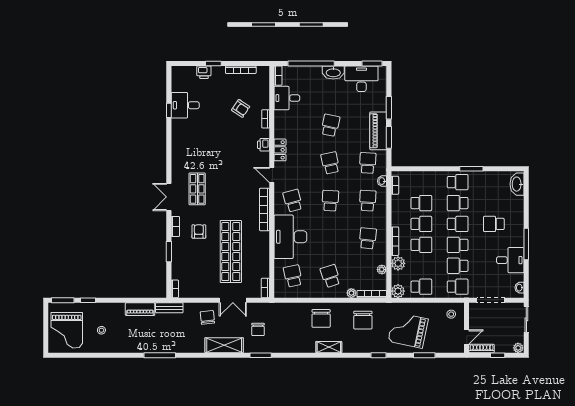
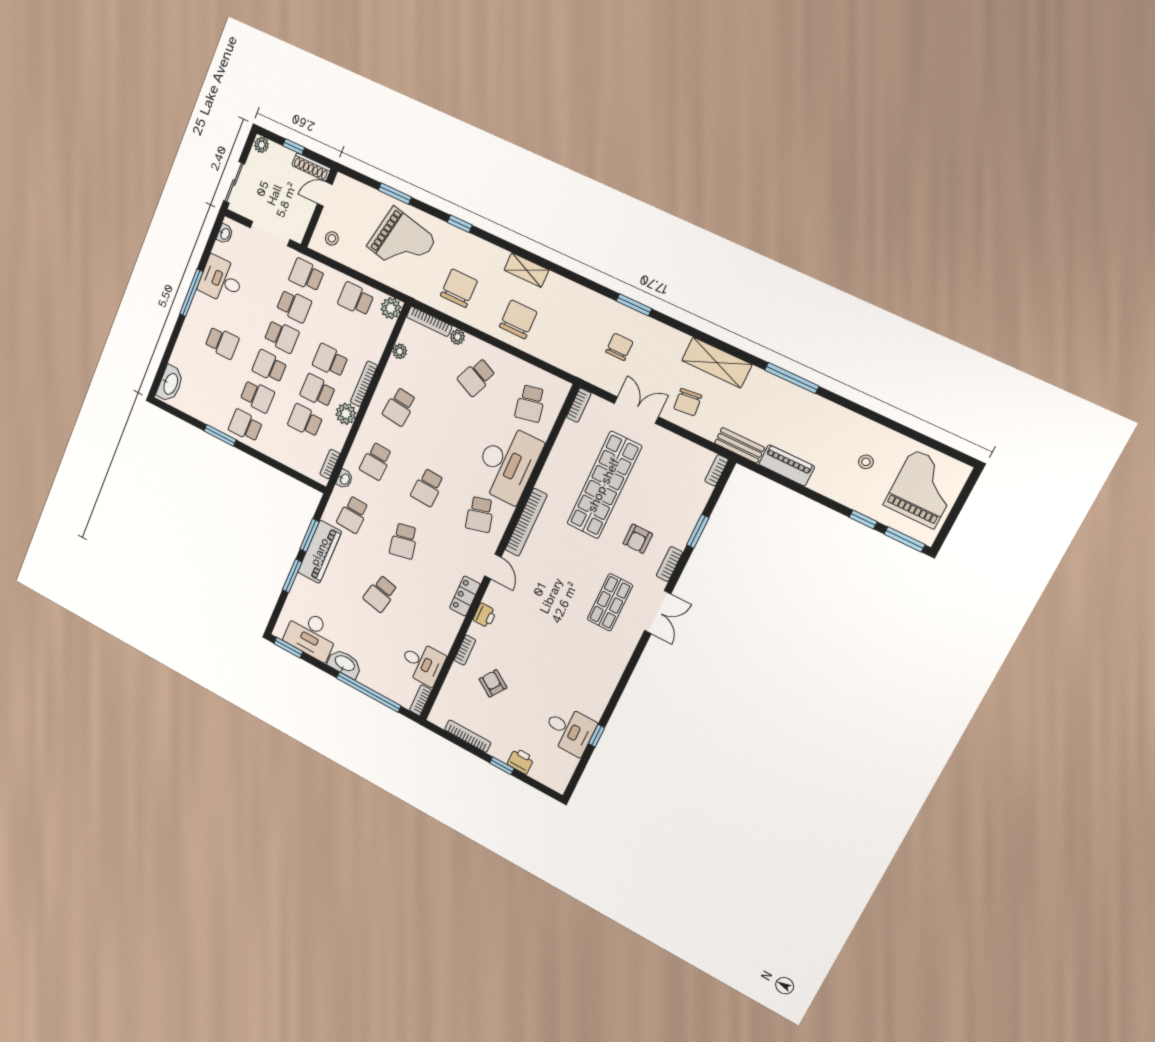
plant: (398, 263) -> (346, 414), moved
school desk: (330, 276) -> (476, 377), turned 42
shelving: (224, 345) -> (717, 363), moved

